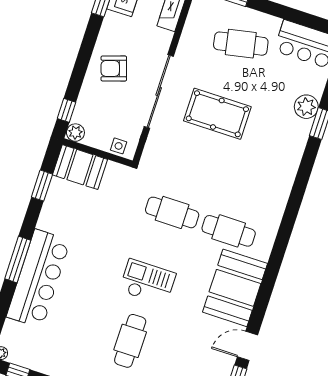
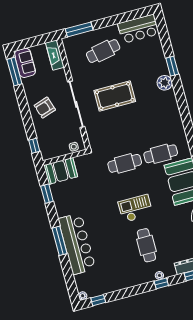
plant: (306, 107) -> (165, 83), moved
plant: (75, 133) -> (47, 154), removed

